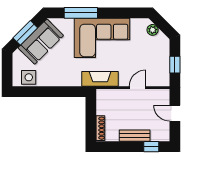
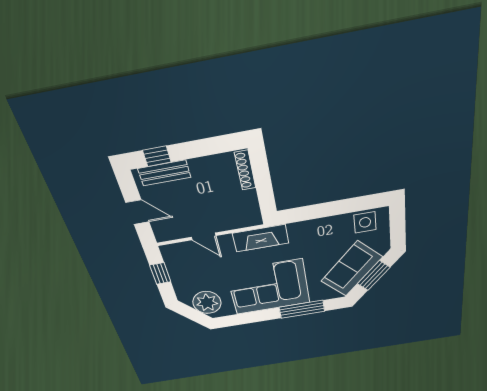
plant: (153, 30) -> (207, 303), width x1.88, depth x1.88
door: (138, 88) -> (204, 236), hinge flipped
bench: (135, 136) -> (164, 173), moved

